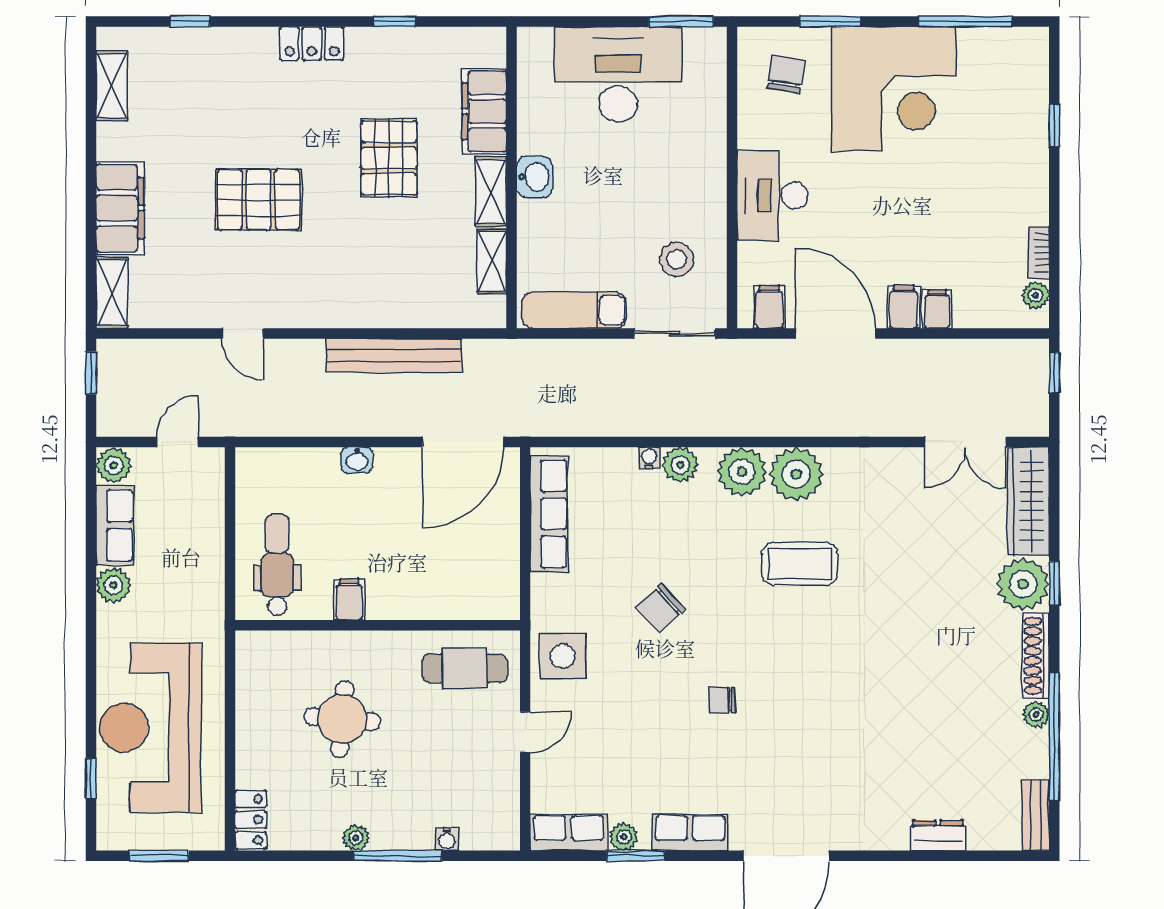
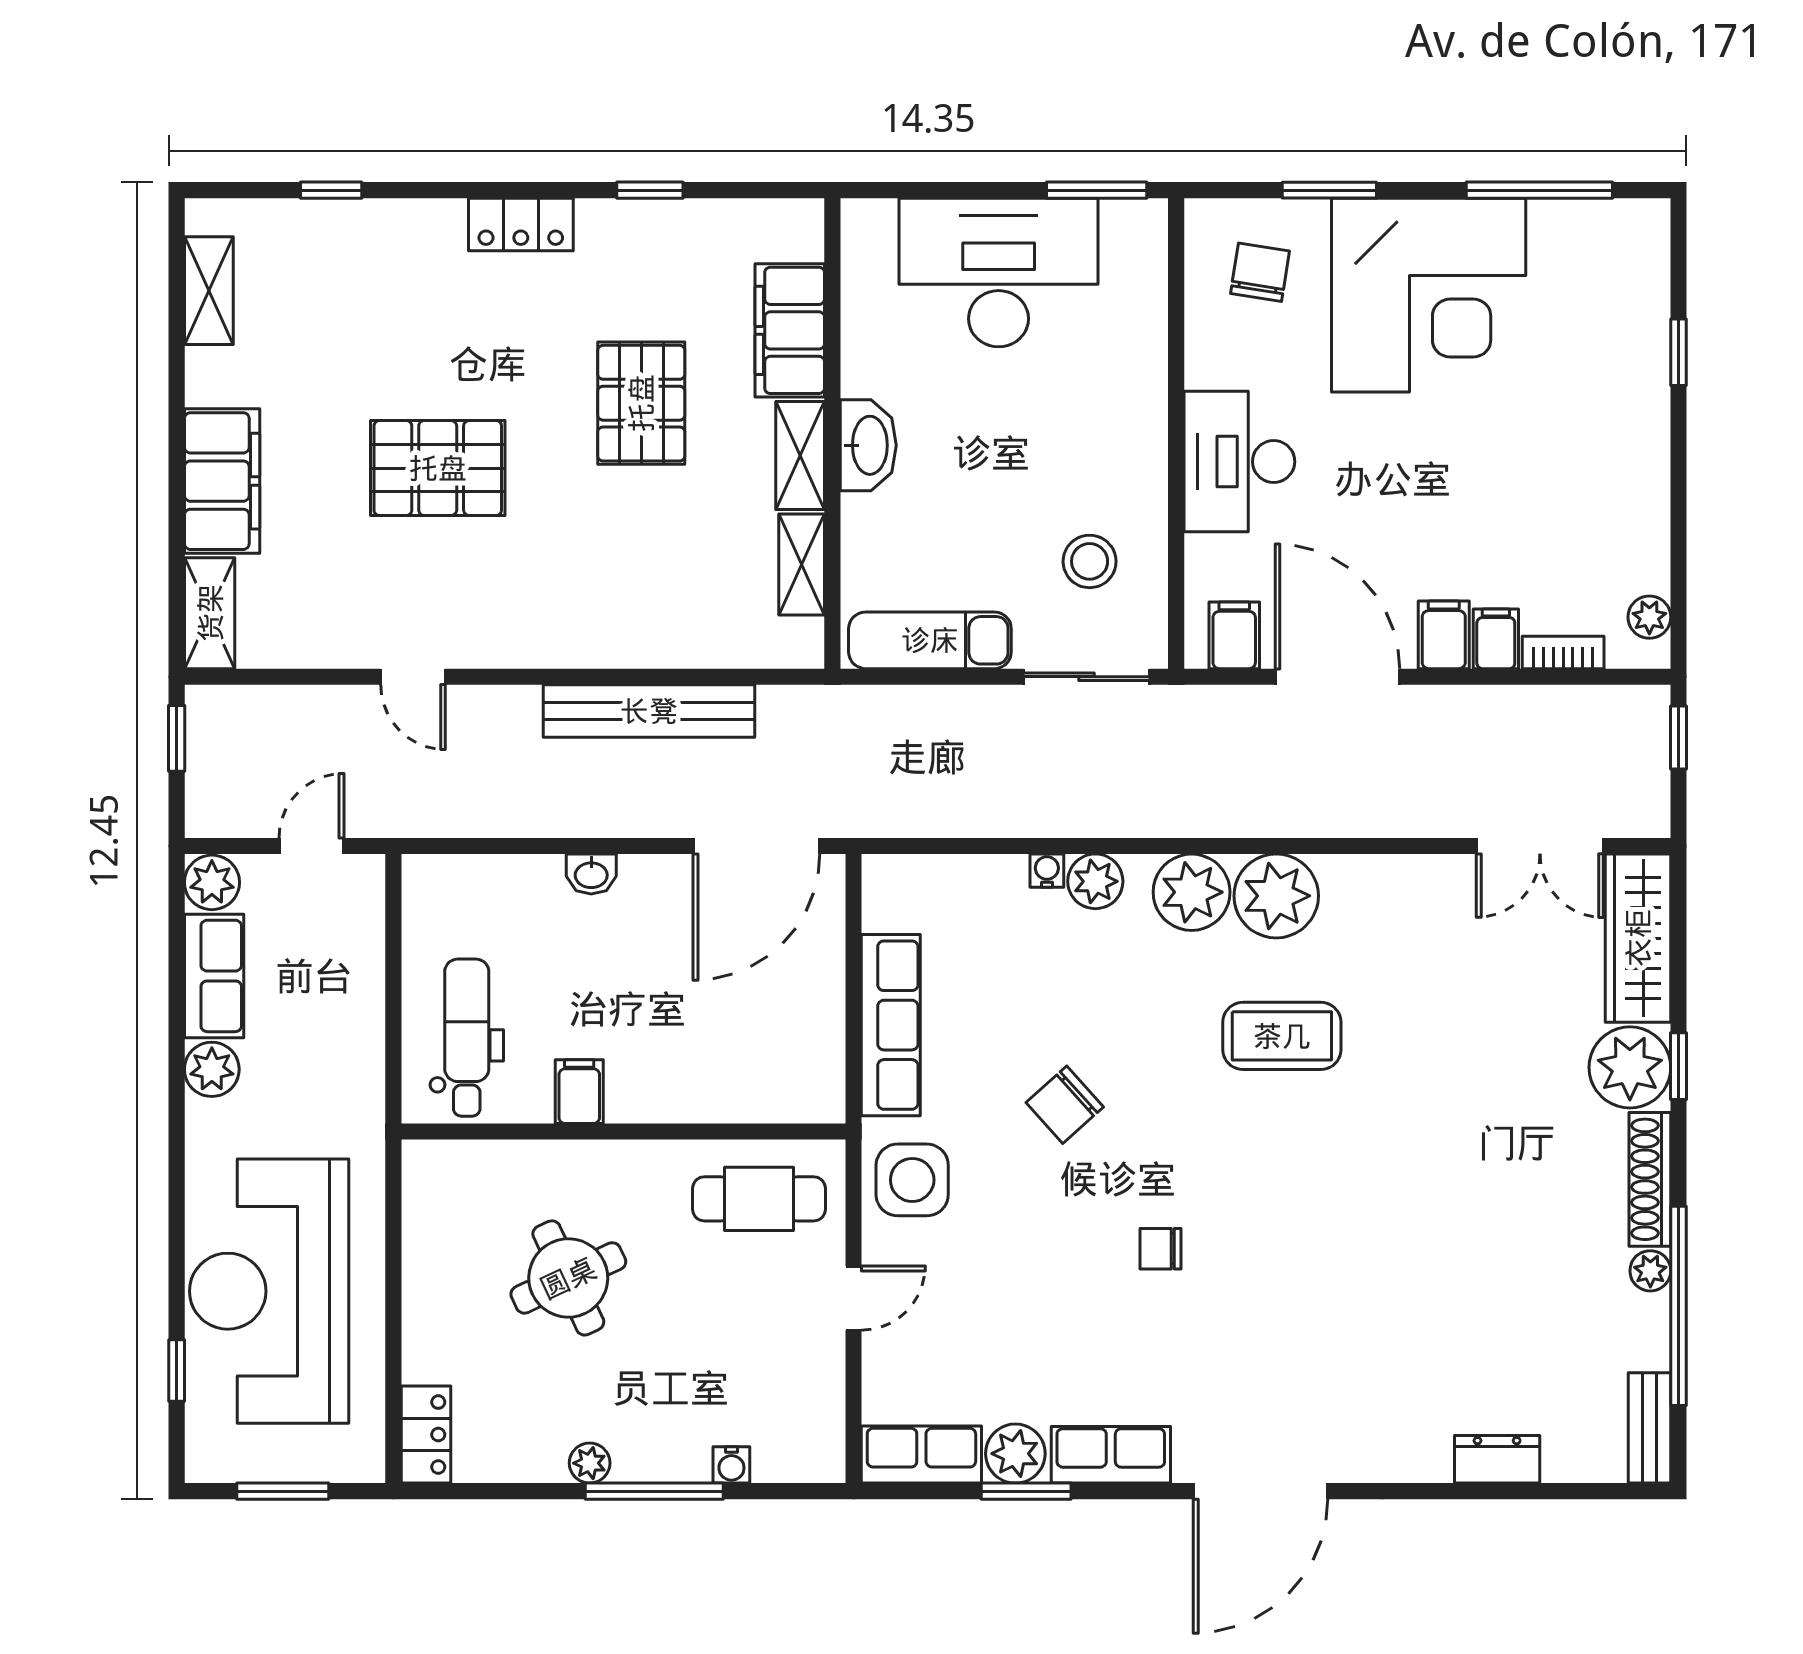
washbasin: (535, 177) -> (868, 445), width x1.38
bookcase: (1039, 253) -> (1563, 653), moved, turned 90
row of seats: (549, 514) -> (891, 1025), moved
round table: (342, 719) -> (568, 1278), turned -30
plant: (624, 837) -> (1015, 1454), width x1.38, depth x1.38

